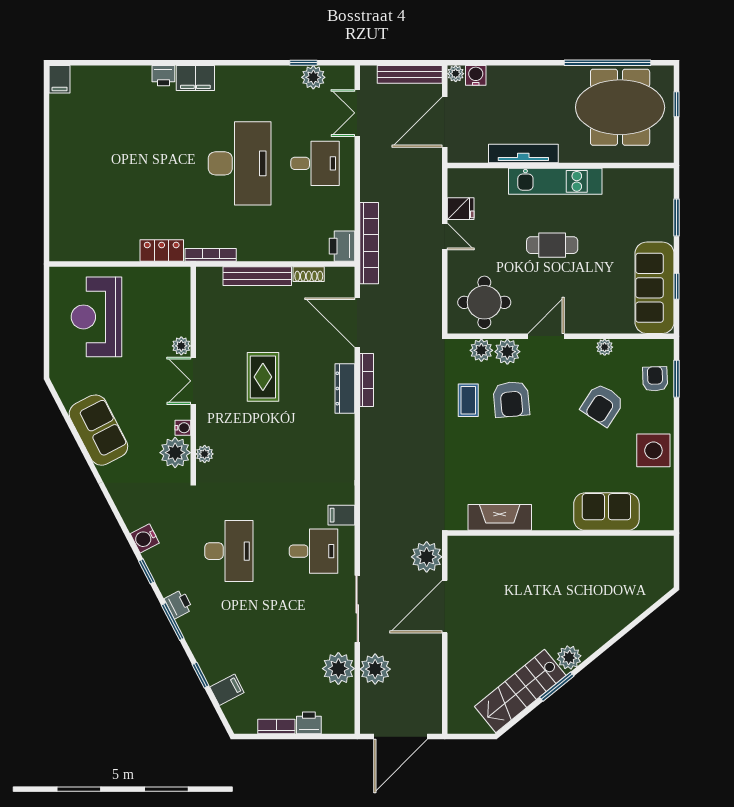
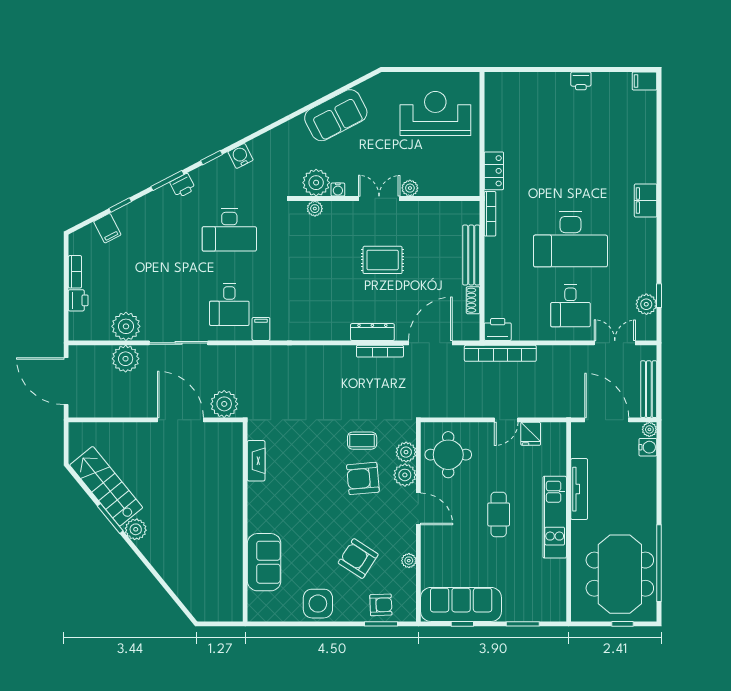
printer: (163, 76) -> (581, 81), moved, turned -90
fireplace: (500, 517) -> (256, 461), width x0.73, depth x0.76

